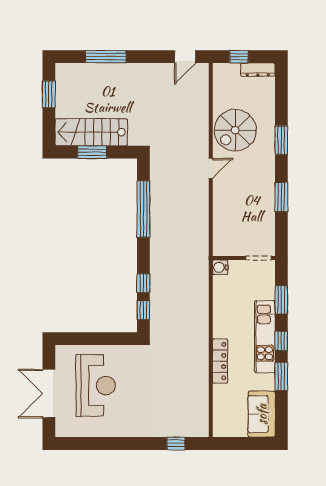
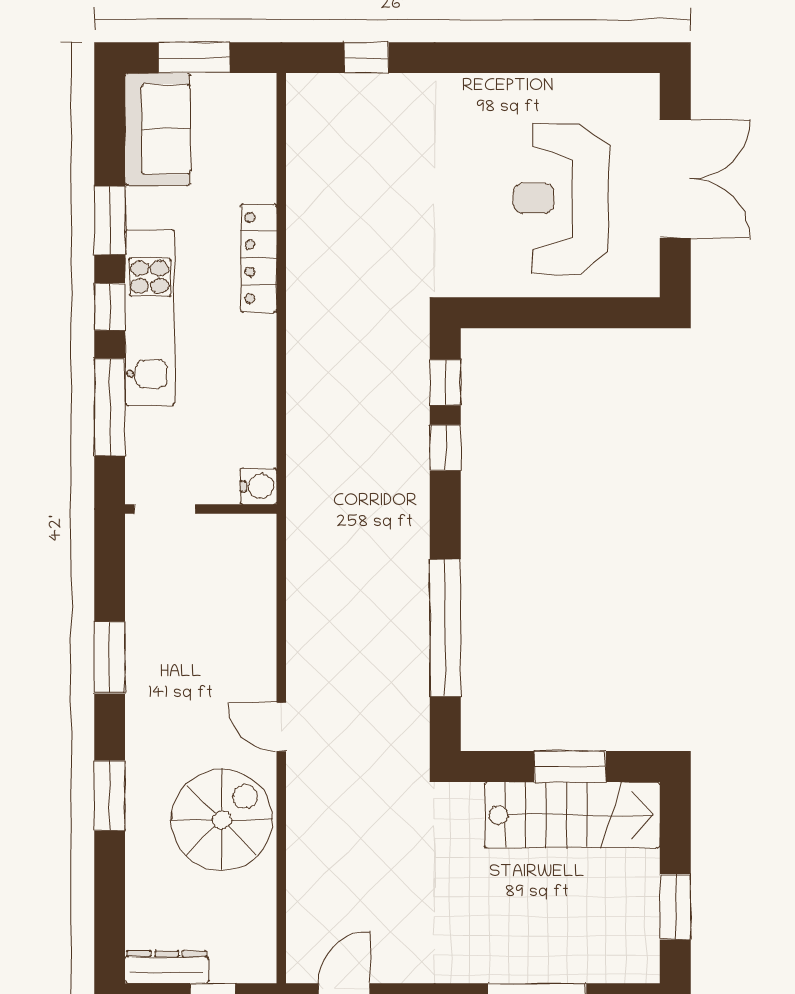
door: (211, 168) -> (281, 727), hinge flipped
window: (281, 300) -> (110, 407), width x1.44
window: (247, 443) -> (194, 58), added

